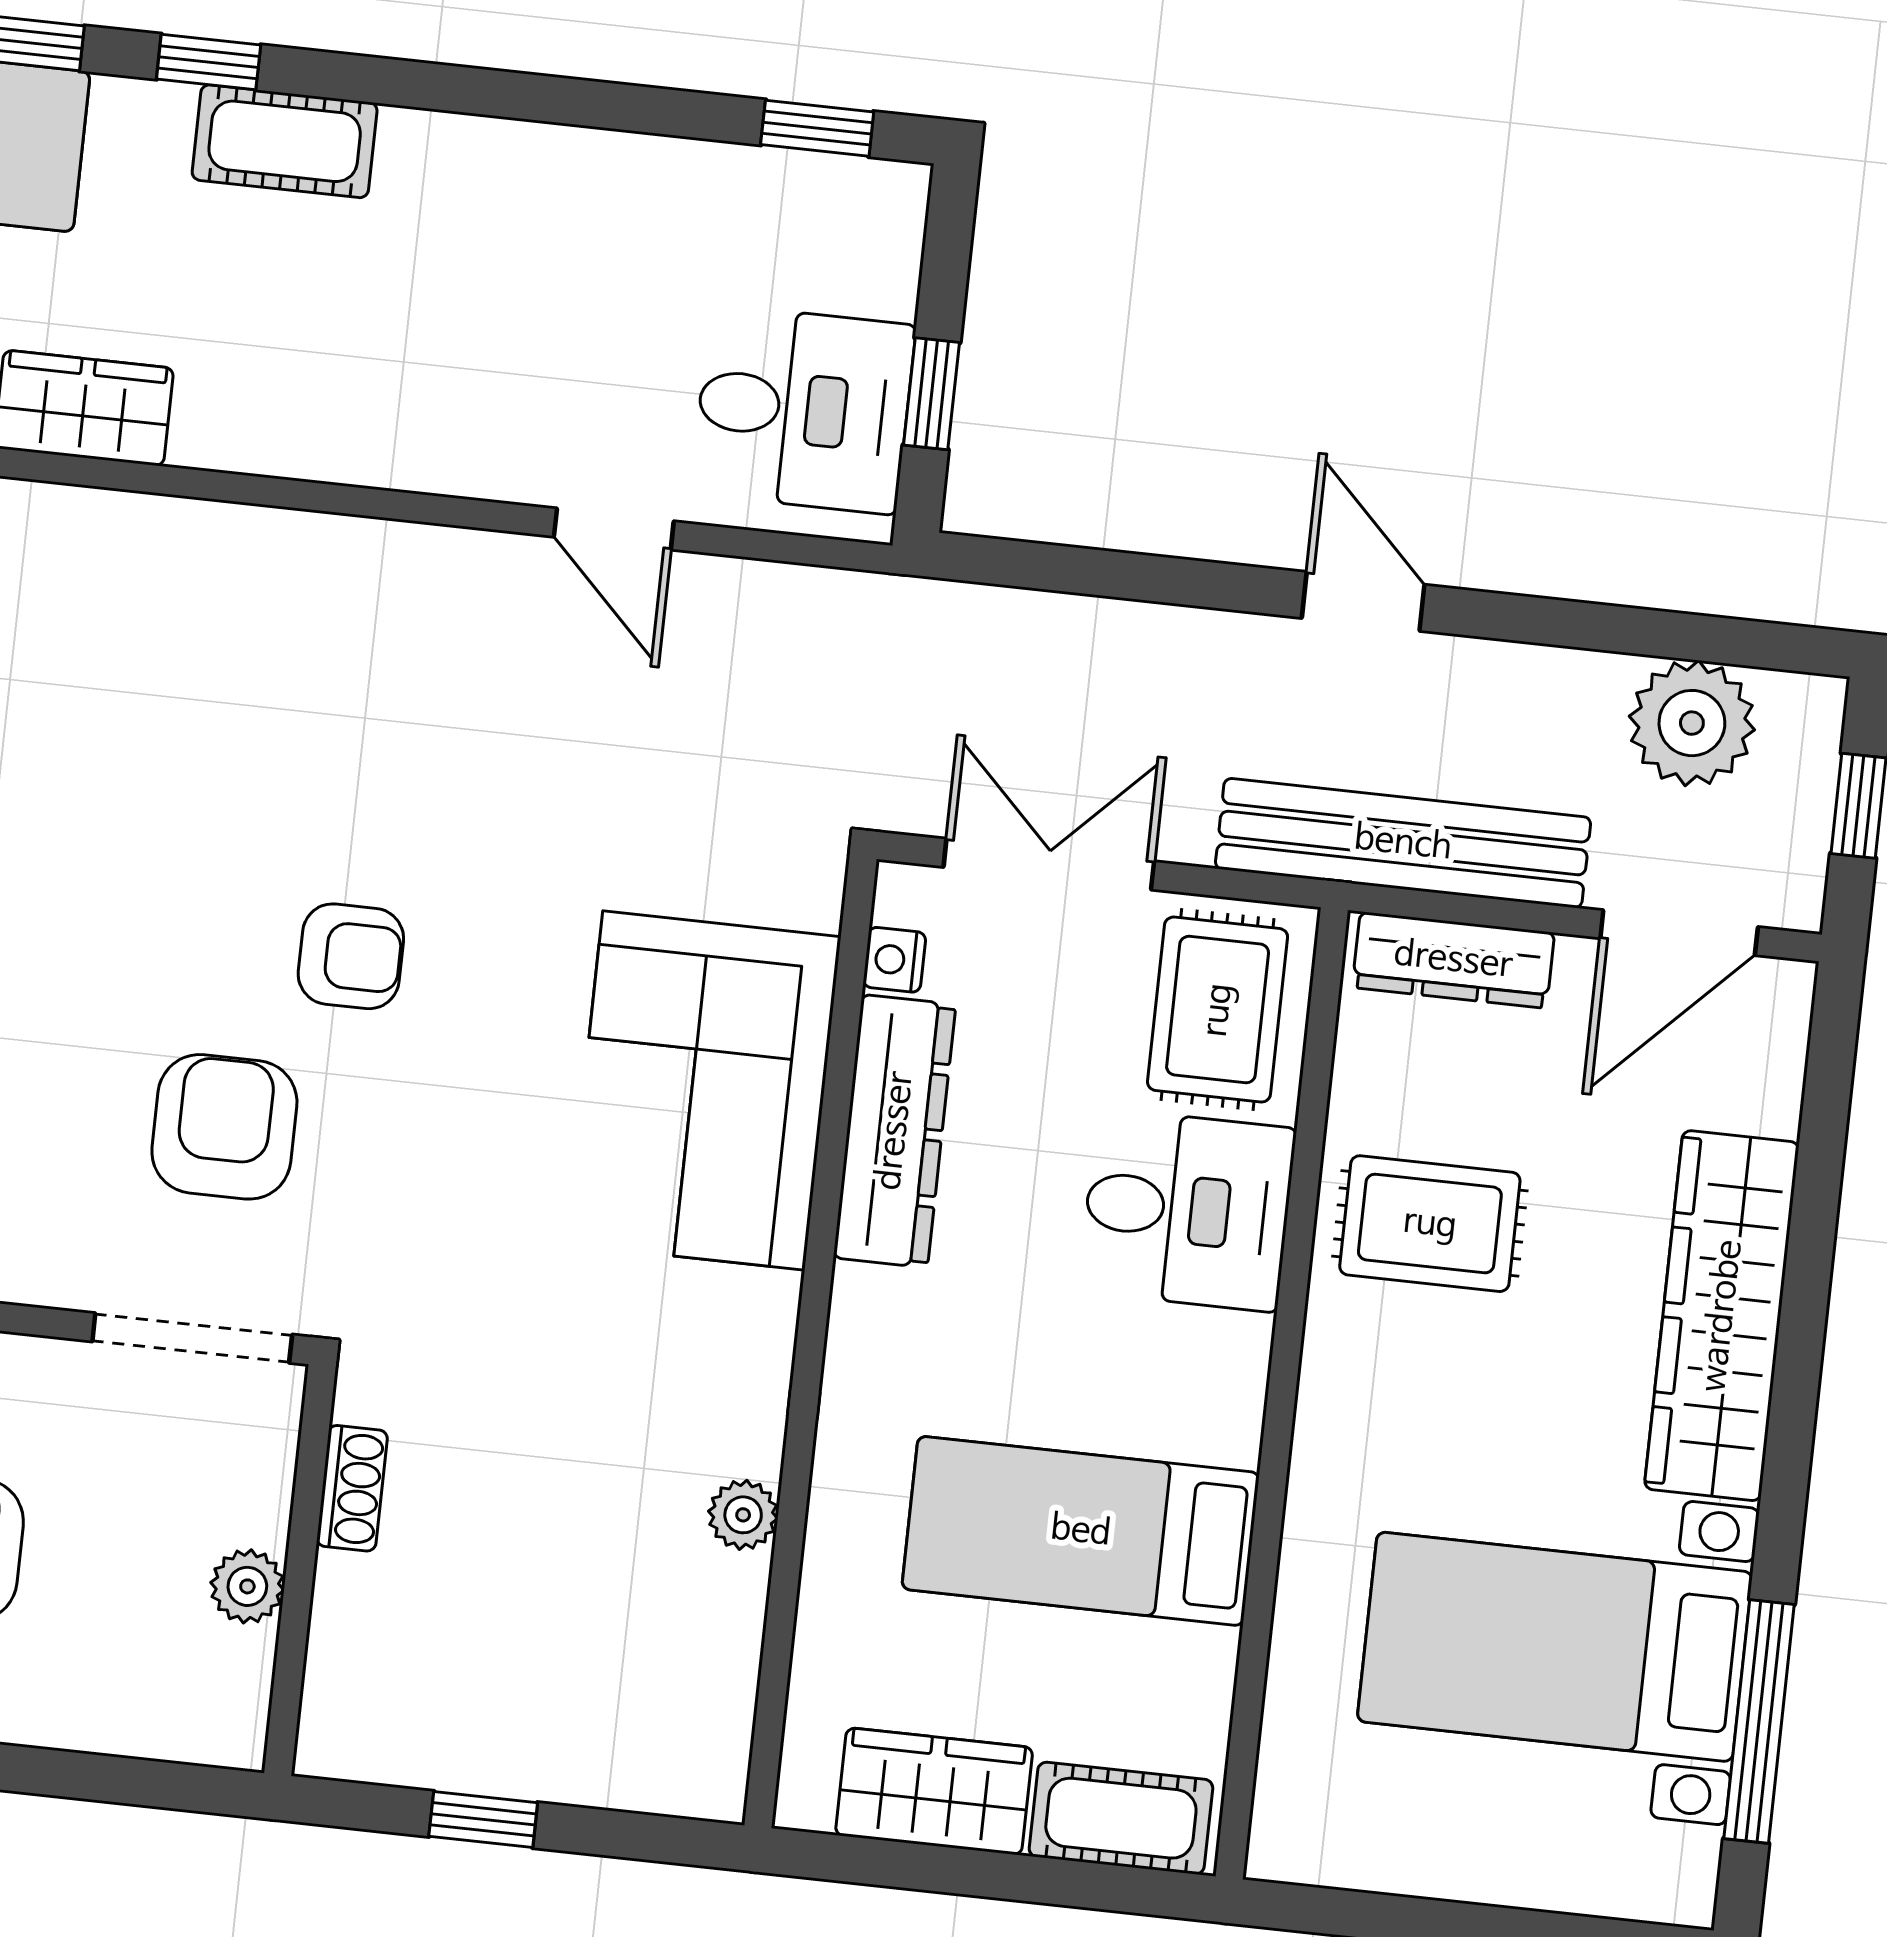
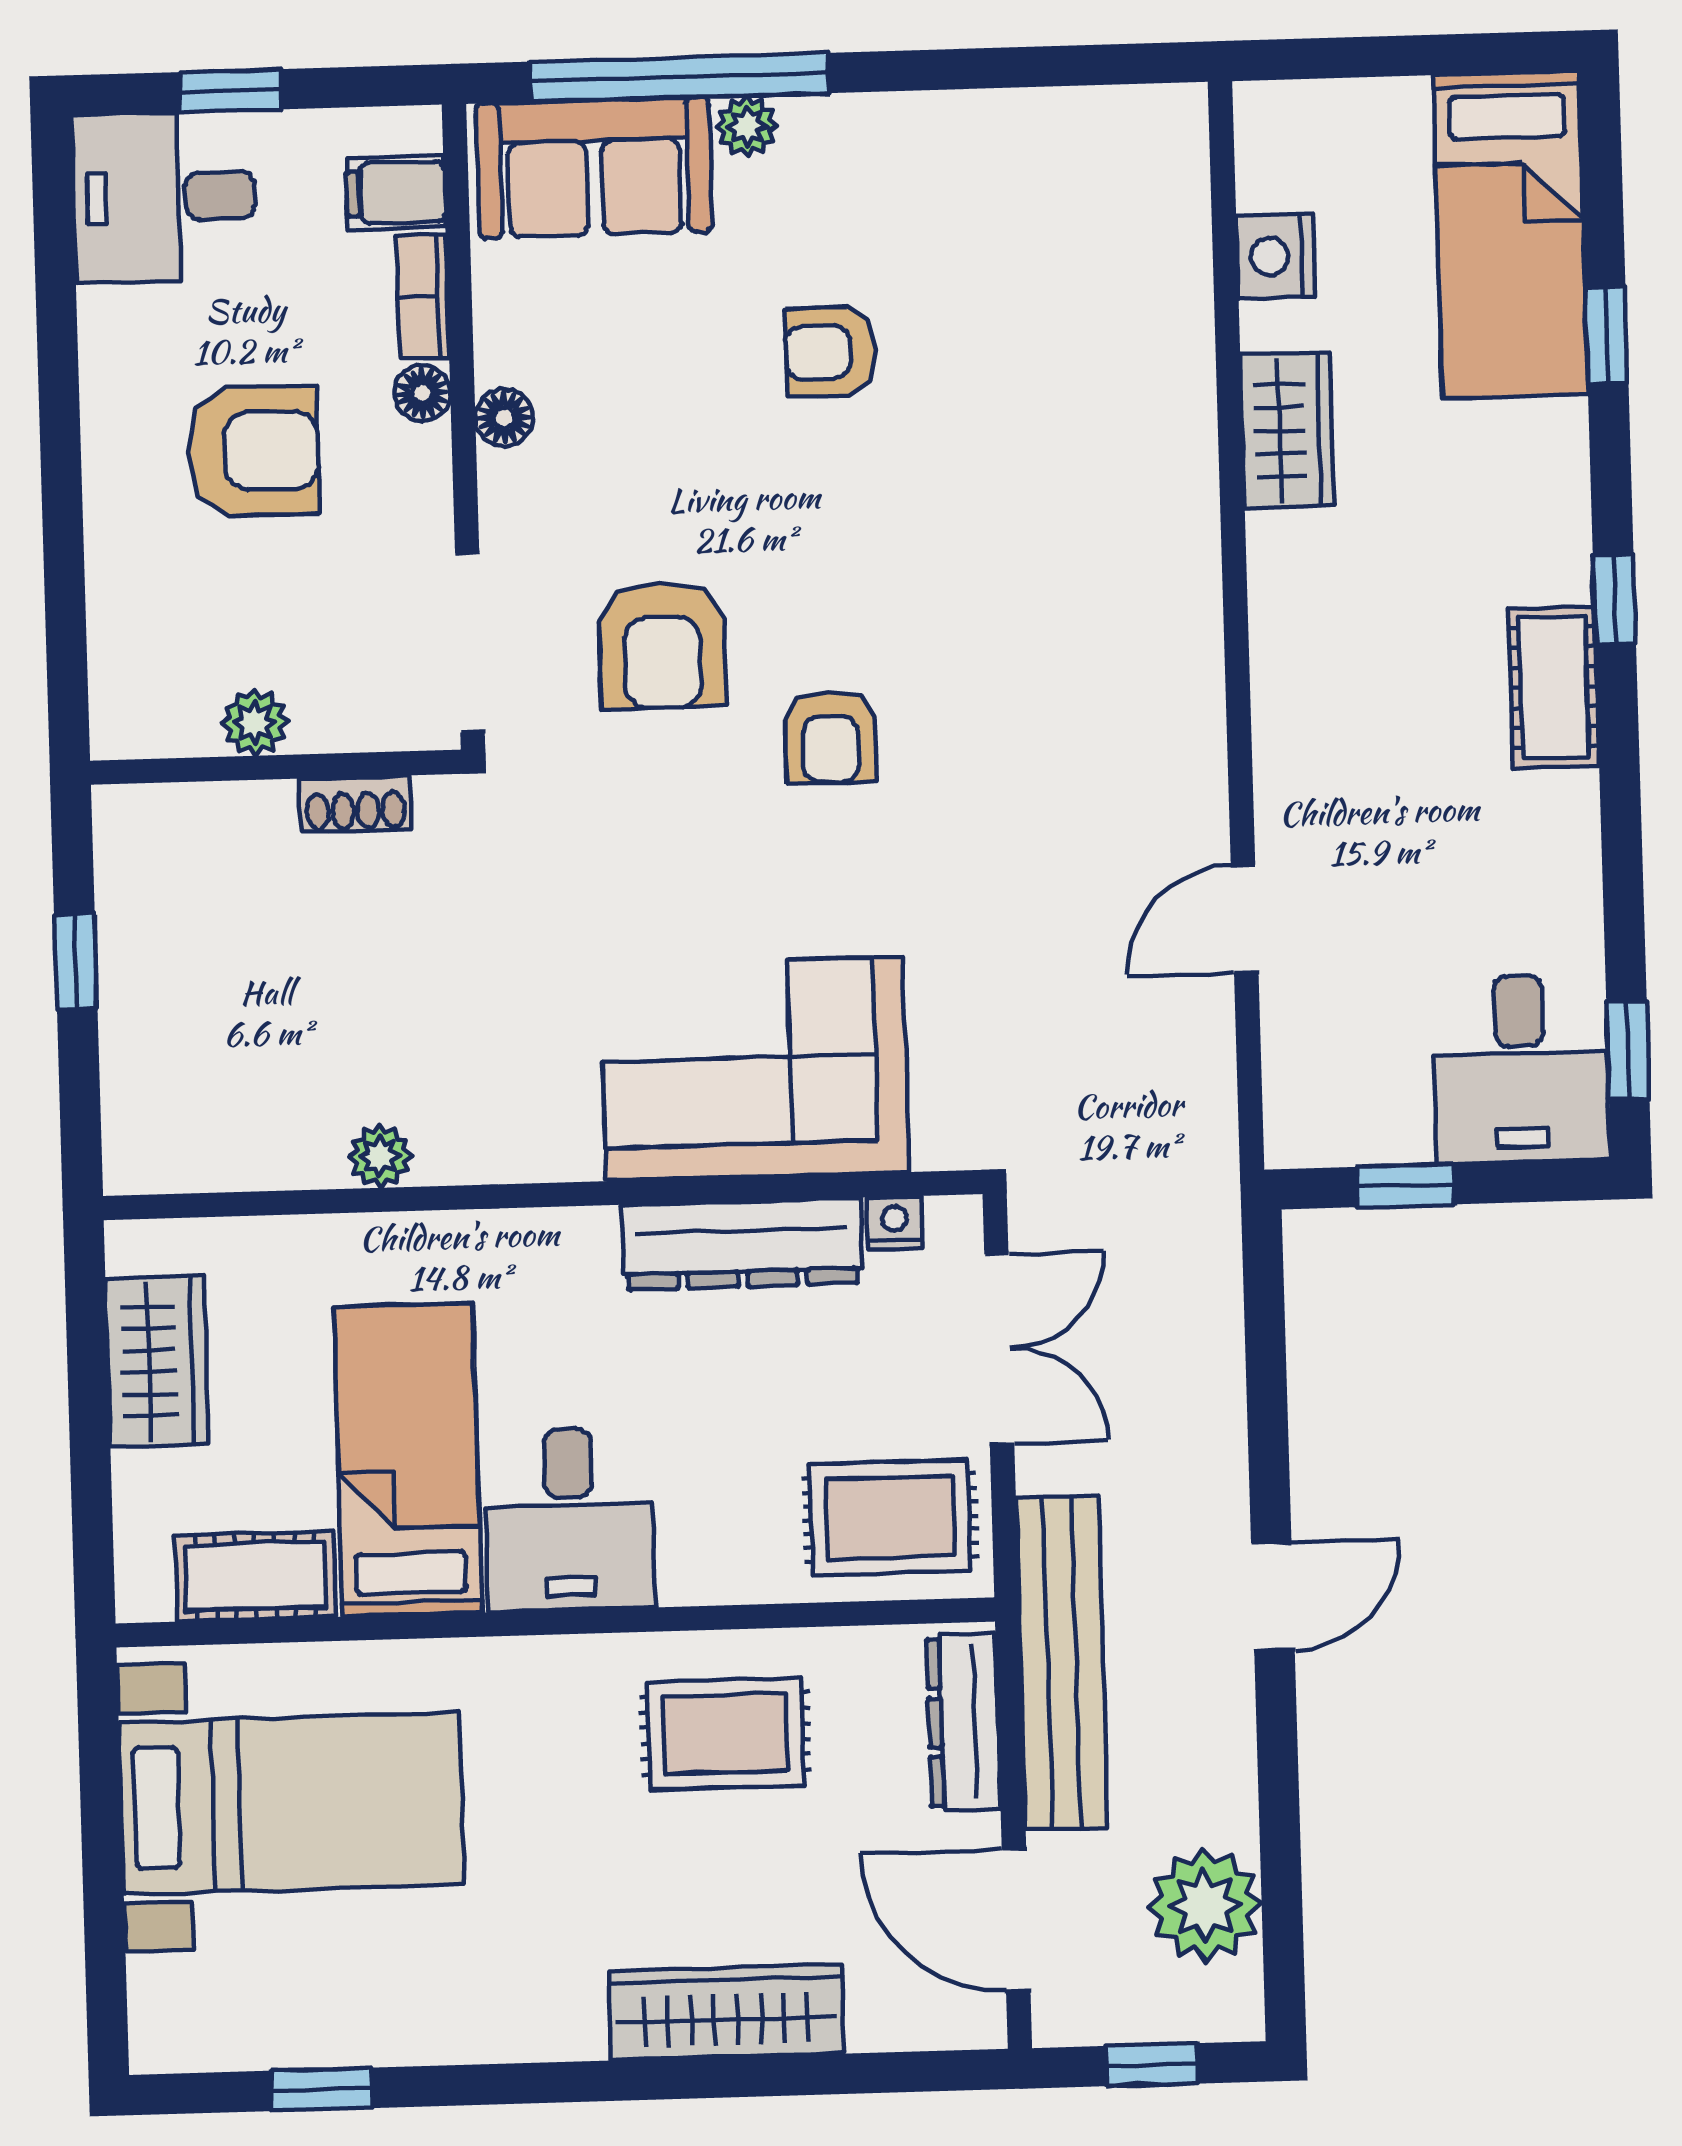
window: (209, 62) -> (1614, 599), moved
cot: (285, 141) -> (1553, 687), moved
desk: (803, 409) -> (1520, 1069), moved
armchair: (224, 1127) -> (662, 645), turned 90
desk: (1187, 1210) -> (569, 1519), moved
rug: (1430, 1224) -> (725, 1734), turned 90
wardrobe: (1722, 1316) -> (726, 2012), width x0.71, depth x0.85
bed with nightstands: (1555, 1647) -> (291, 1803), moved, turned 90
window: (1759, 1721) -> (321, 2089), width x0.46
cot: (1121, 1818) -> (256, 1576), moved, turned 90

